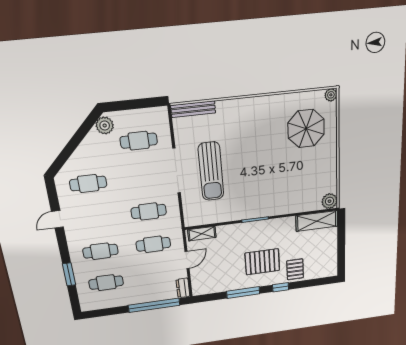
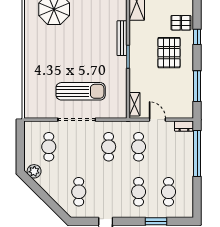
bench: (193, 109) -> (122, 38), moved
window: (243, 293) -> (197, 86), moved

